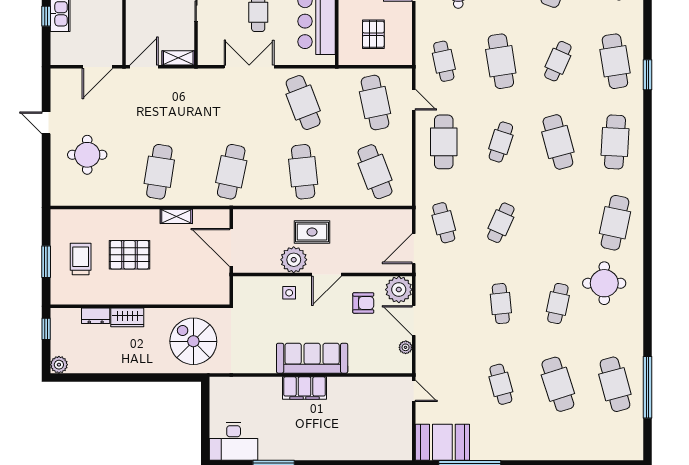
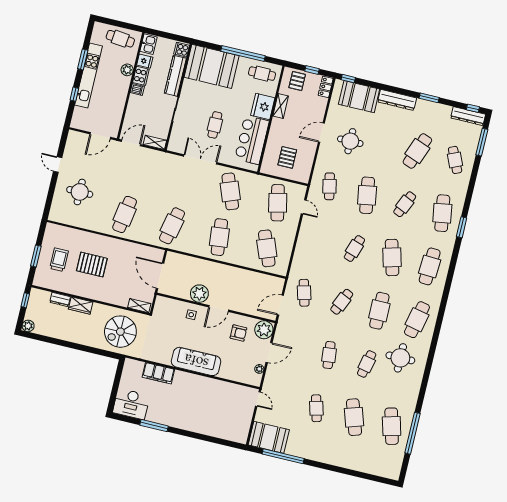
cafe table: (444, 142) -> (379, 311), moved
shelving: (176, 216) -> (139, 306), moved
rug: (312, 232) -> (216, 278), removed
door: (414, 321) -> (269, 353), swing flipped
spiral stairs: (193, 341) -> (120, 332), turned -90
filing cabinet: (305, 388) -> (158, 373), moved

